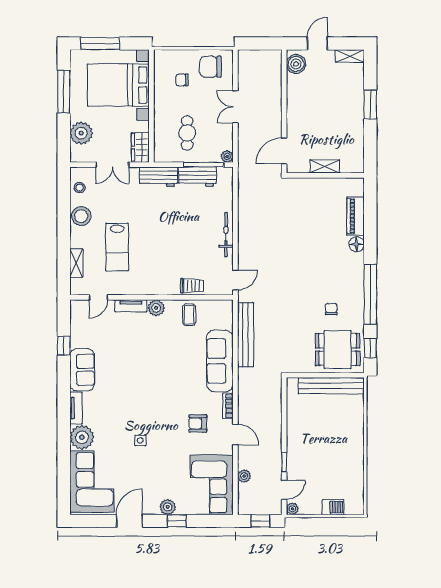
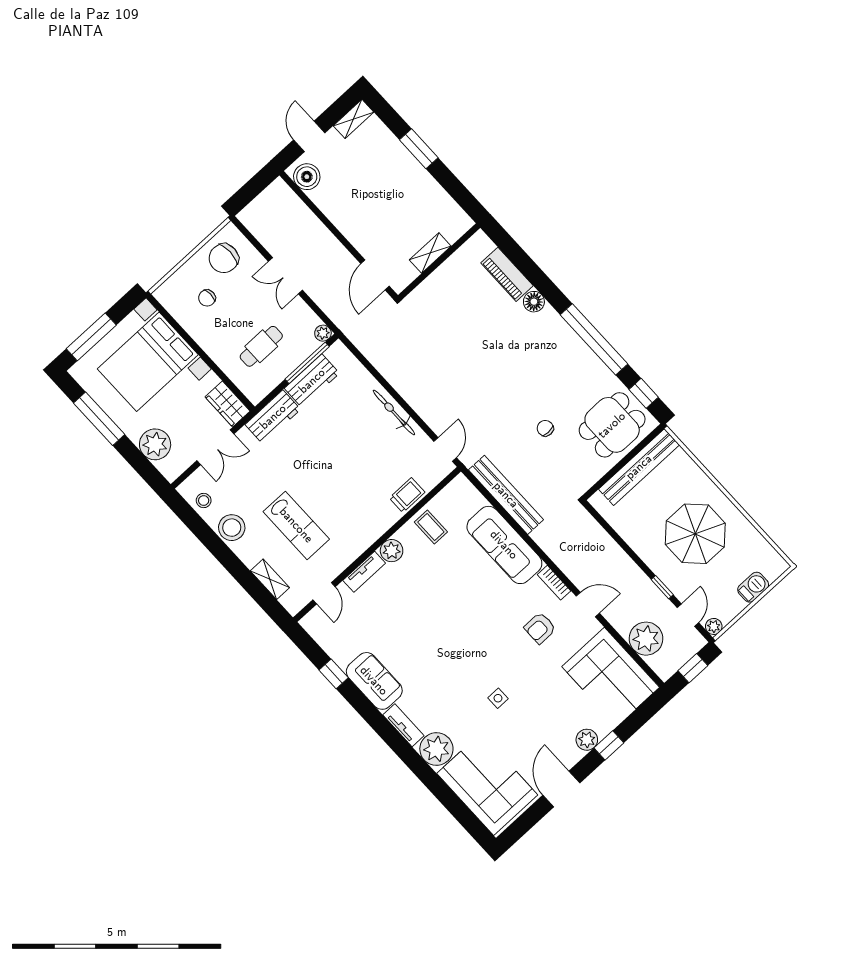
cafe table: (187, 133) -> (261, 346), turned 90
chair: (331, 309) -> (545, 428), moved
parasol: (328, 450) -> (695, 534), added
plant: (244, 476) -> (646, 639), width x1.87, depth x1.87

